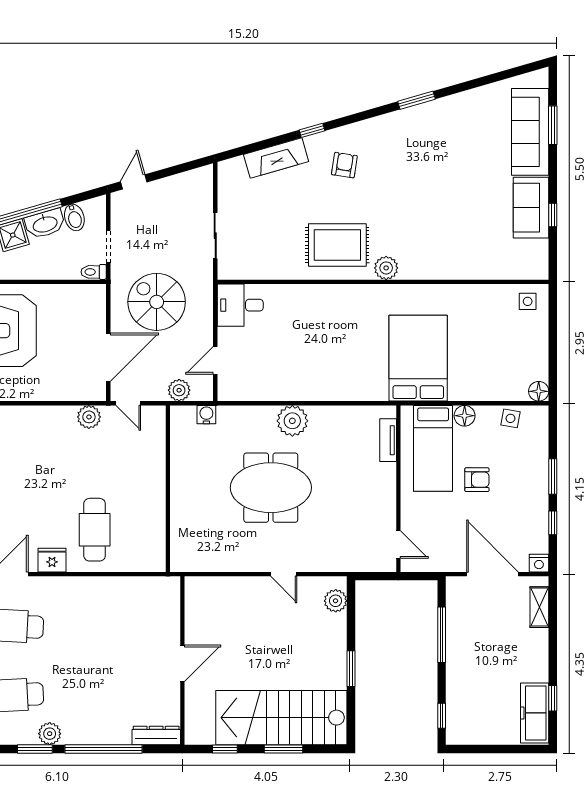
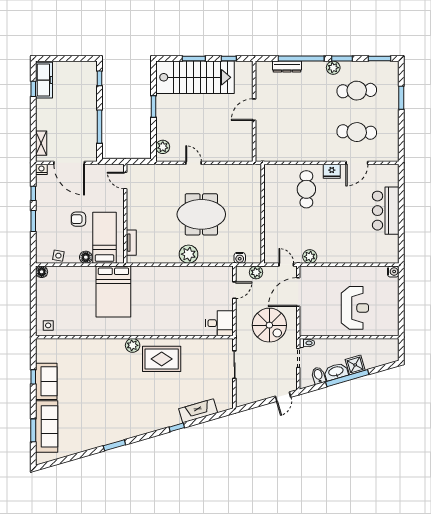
armchair: (344, 165) -> (157, 407), removed
dresser: (156, 735) -> (287, 67), moved

